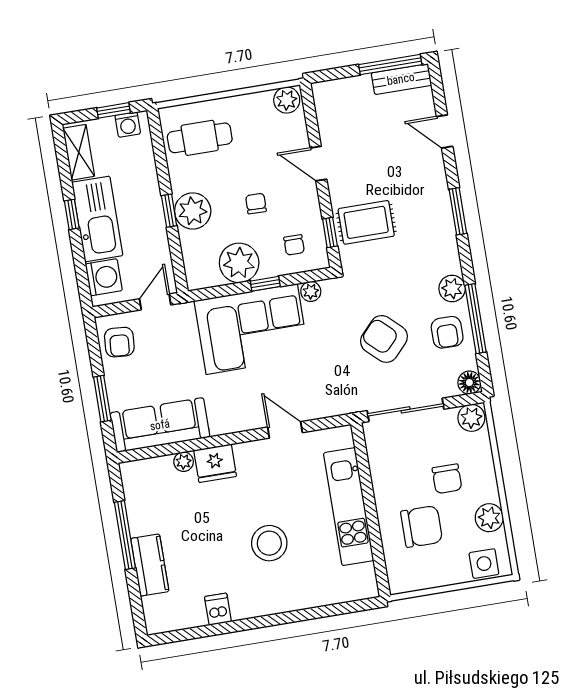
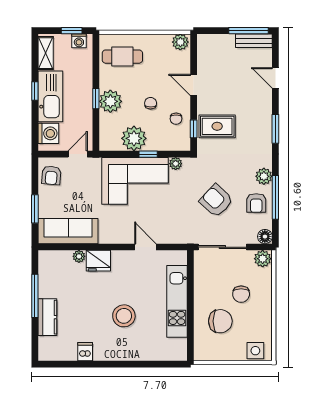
chair: (294, 245) -> (176, 119), moved
plant: (489, 518) -> (263, 323), removed

